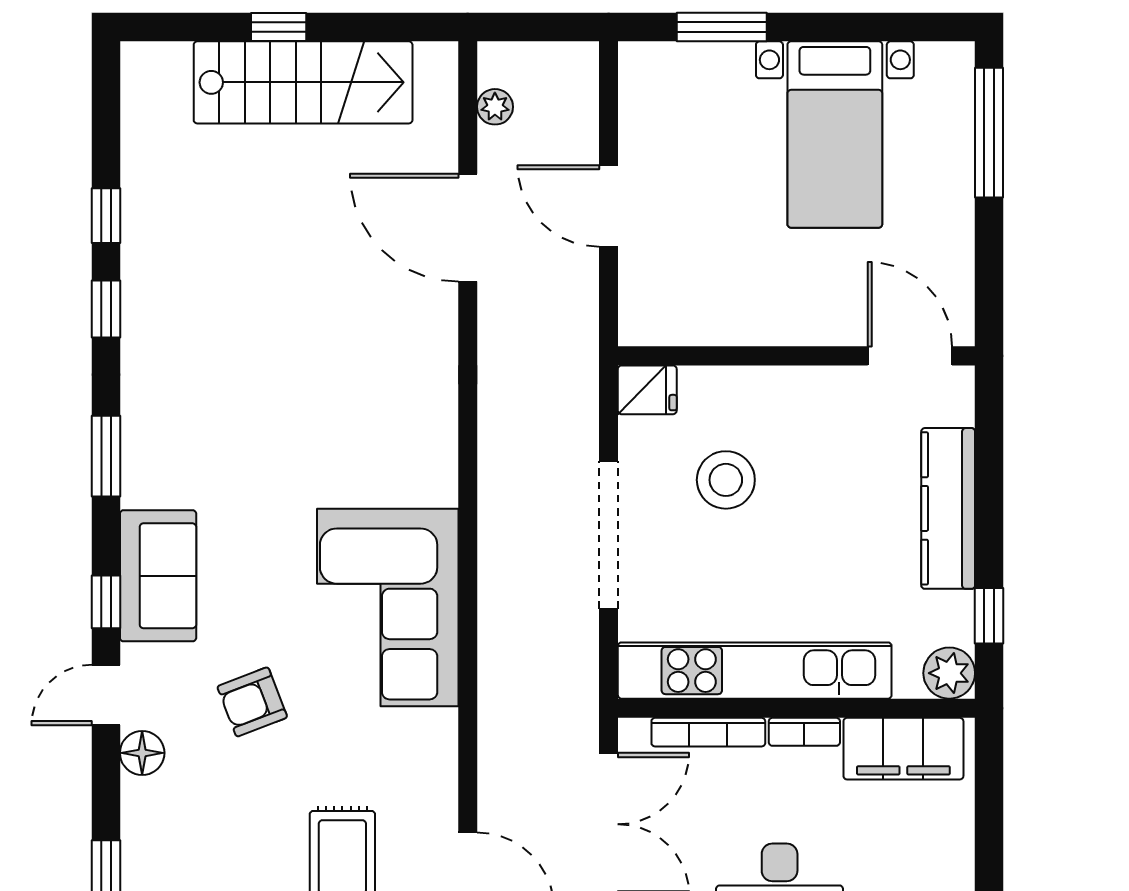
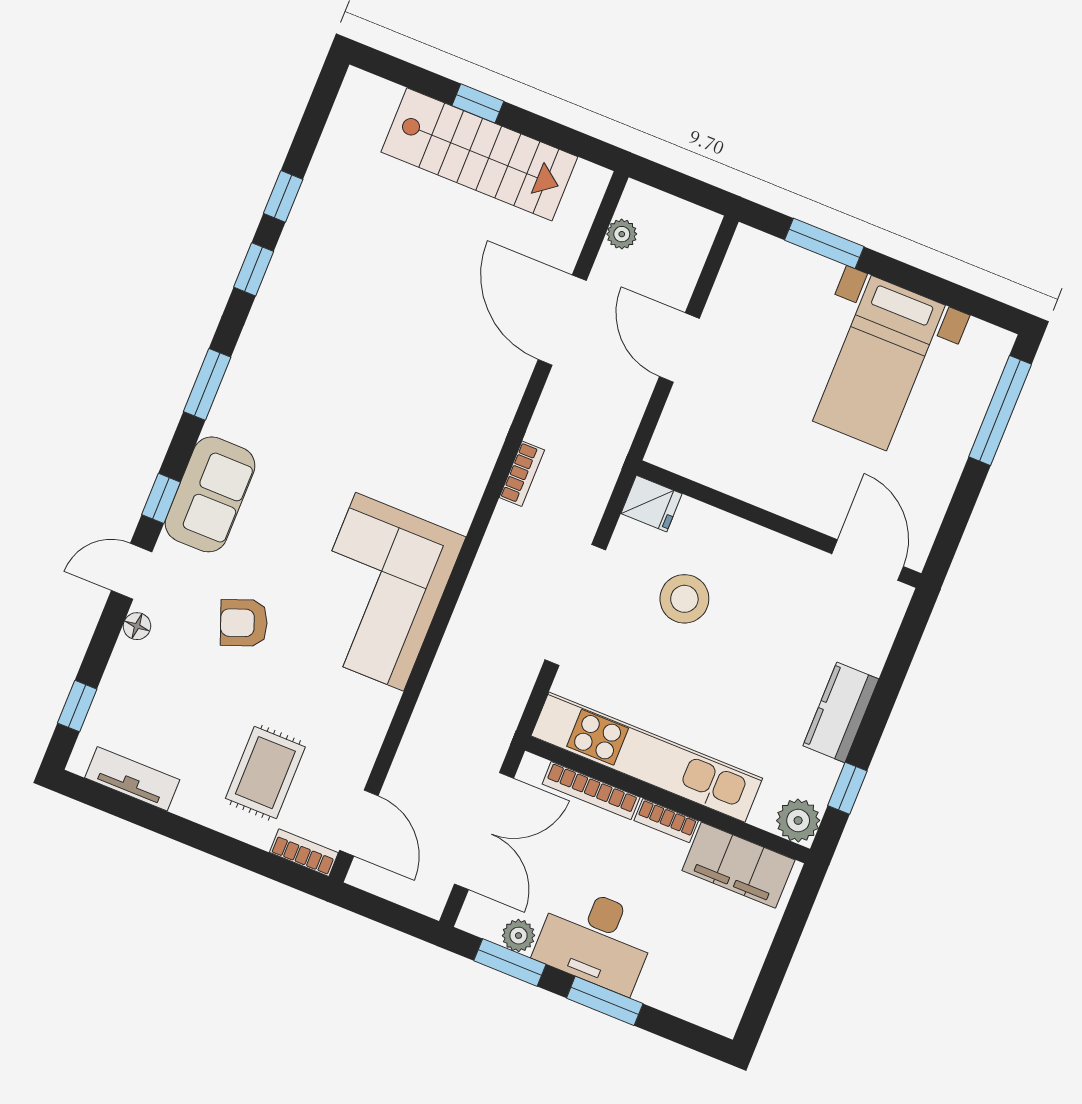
bookcase: (492, 415) -> (522, 474), added
kitchen counter: (948, 508) -> (841, 712), width x0.67
floor lamp: (142, 753) -> (137, 626), width x0.73, depth x0.73

